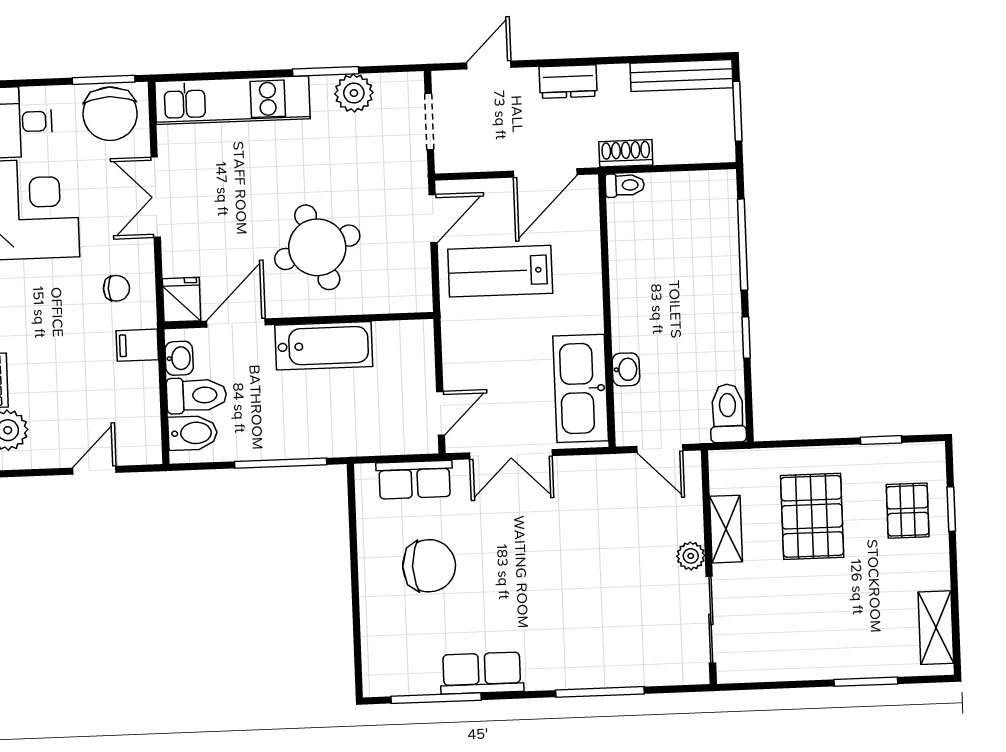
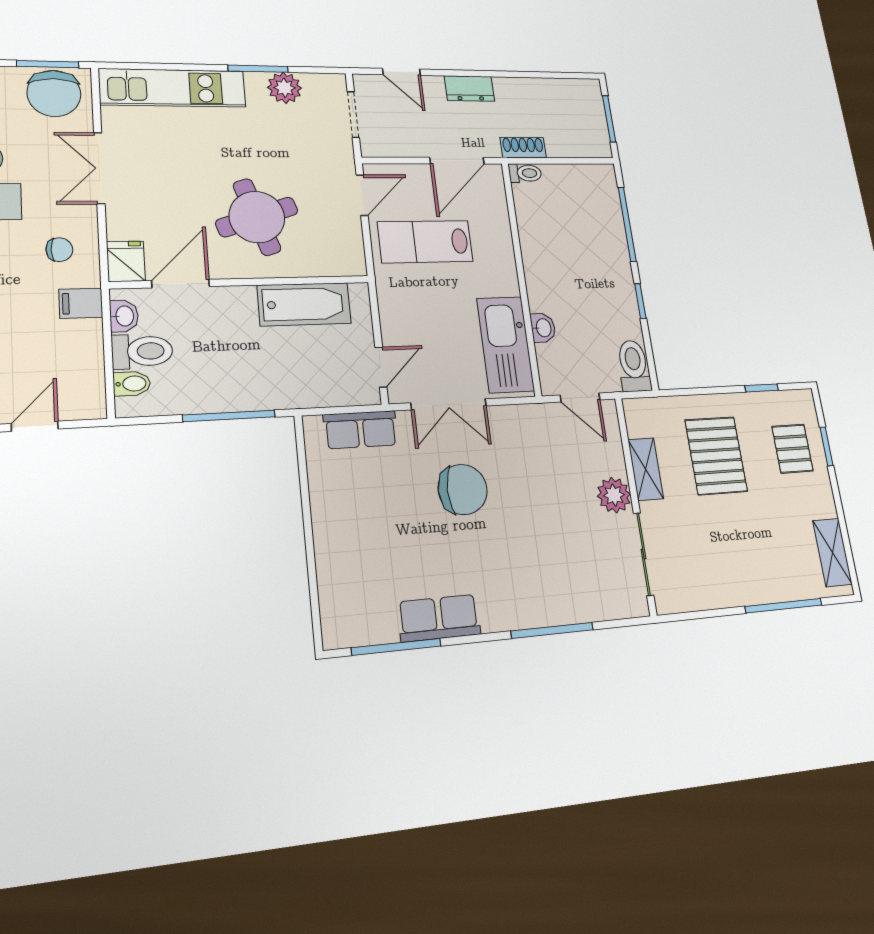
door: (489, 65) -> (401, 72), swing flipped
bench: (682, 76) -> (561, 89), removed
bathtub: (324, 346) -> (304, 304), moved
bidet: (193, 433) -> (132, 384), width x0.72, depth x0.74
plant: (691, 556) -> (614, 495), width x1.38, depth x1.38
chair: (429, 566) -> (463, 489), moved
window: (866, 682) -> (784, 606), width x1.44

